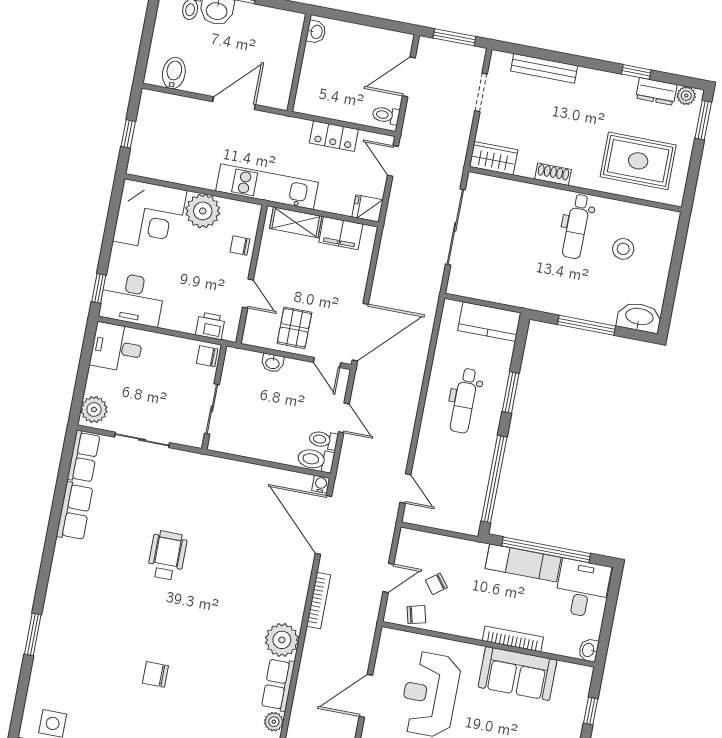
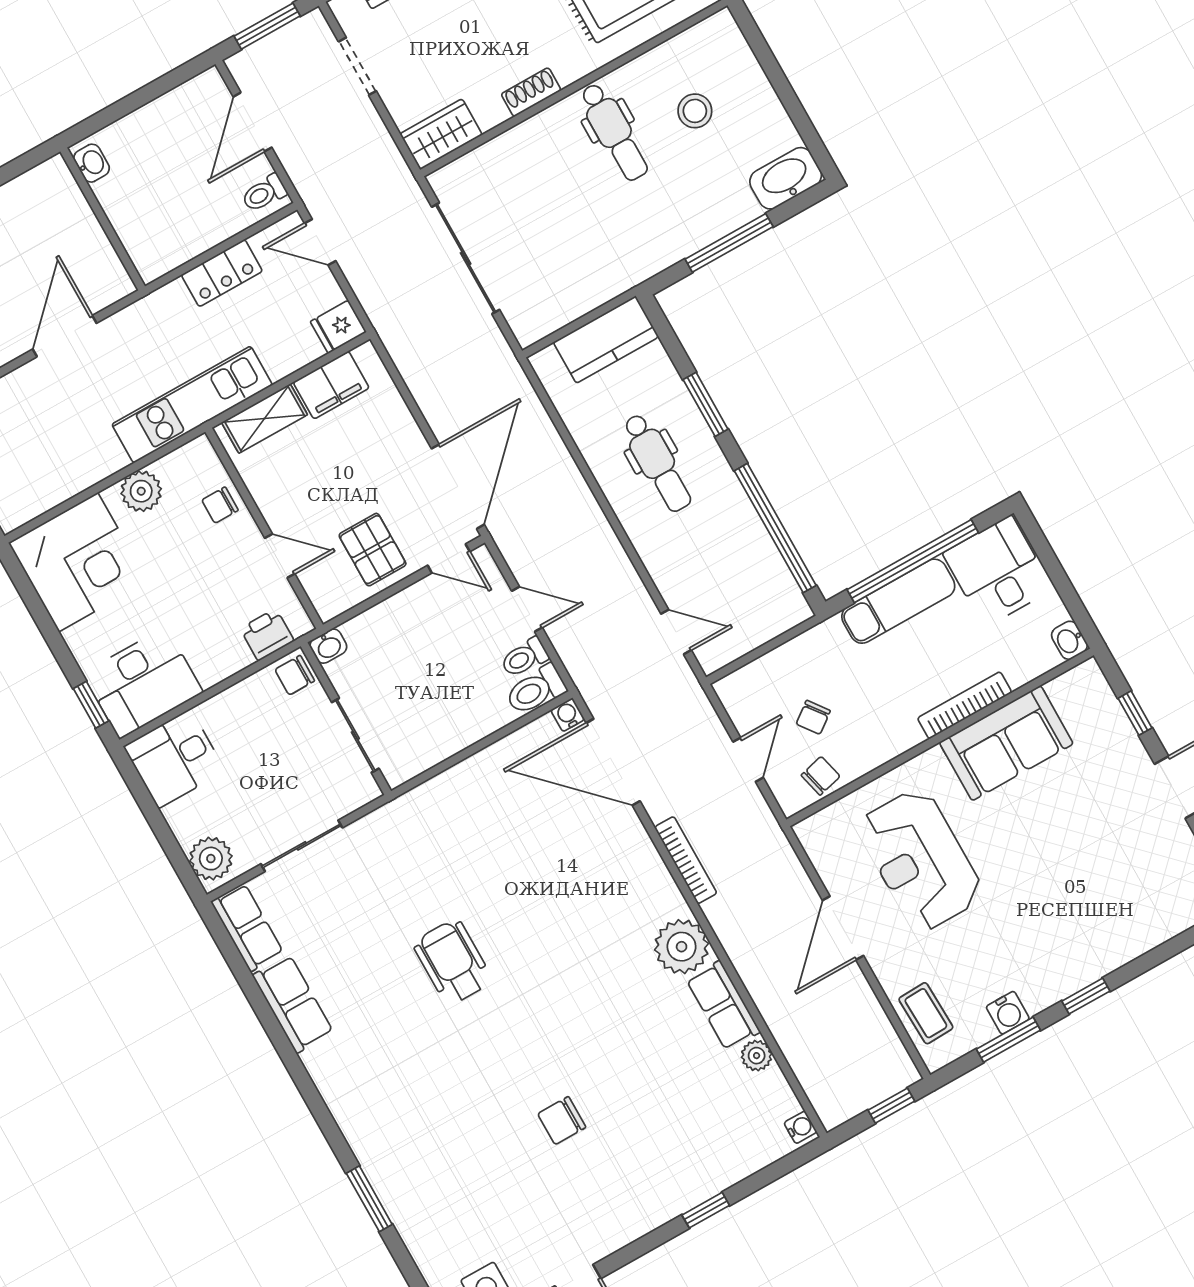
plant: (203, 211) -> (141, 491), width x0.73, depth x0.73
washbasin: (273, 363) -> (328, 646), moved

